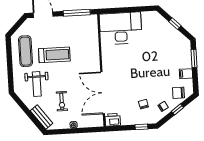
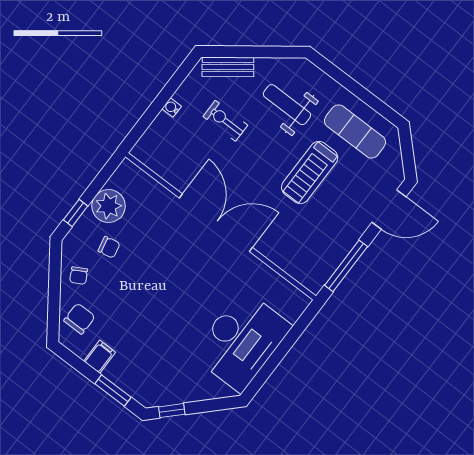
window: (175, 24) -> (172, 411), moved
desk: (121, 28) -> (241, 341), moved
double door: (103, 93) -> (216, 223), moved
window: (177, 109) -> (54, 294), removed
plant: (129, 117) -> (109, 206), added
printer: (113, 120) -> (126, 177), removed

